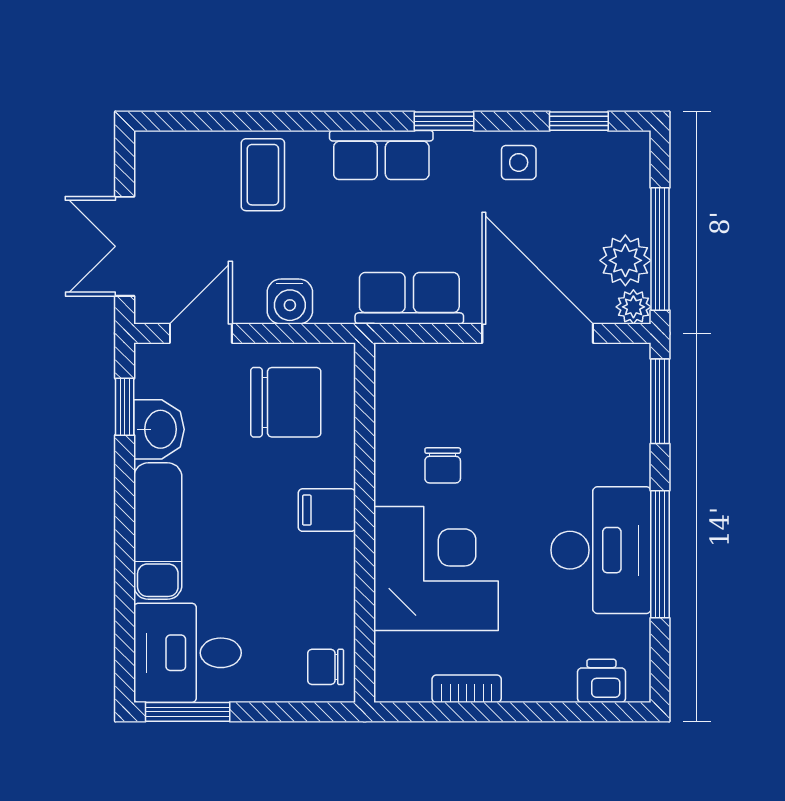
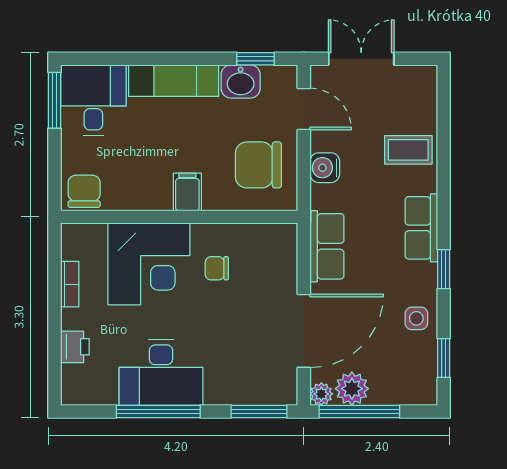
chair: (286, 402) -> (258, 165), turned 90
chair: (326, 667) -> (84, 191), width x1.37, depth x1.37
printer: (601, 681) -> (75, 347), moved

